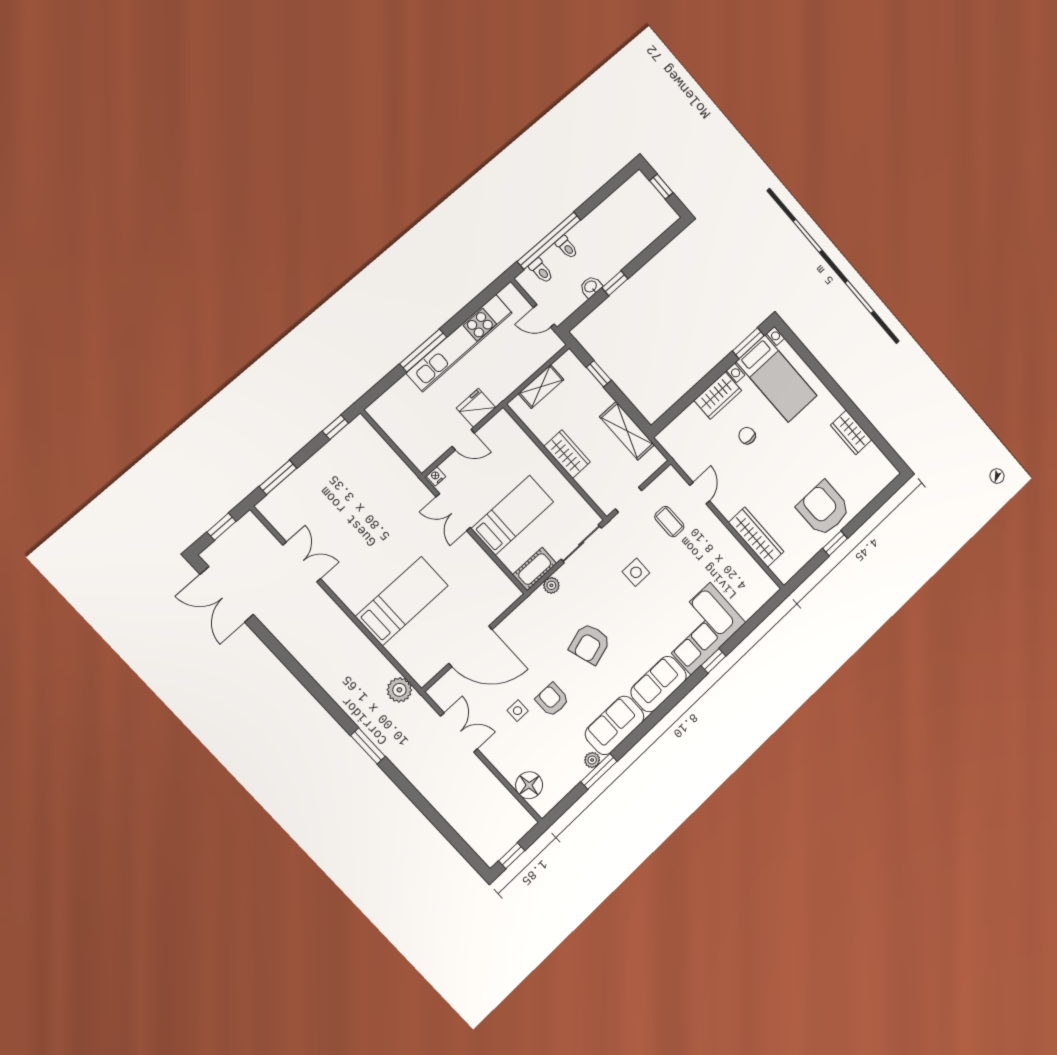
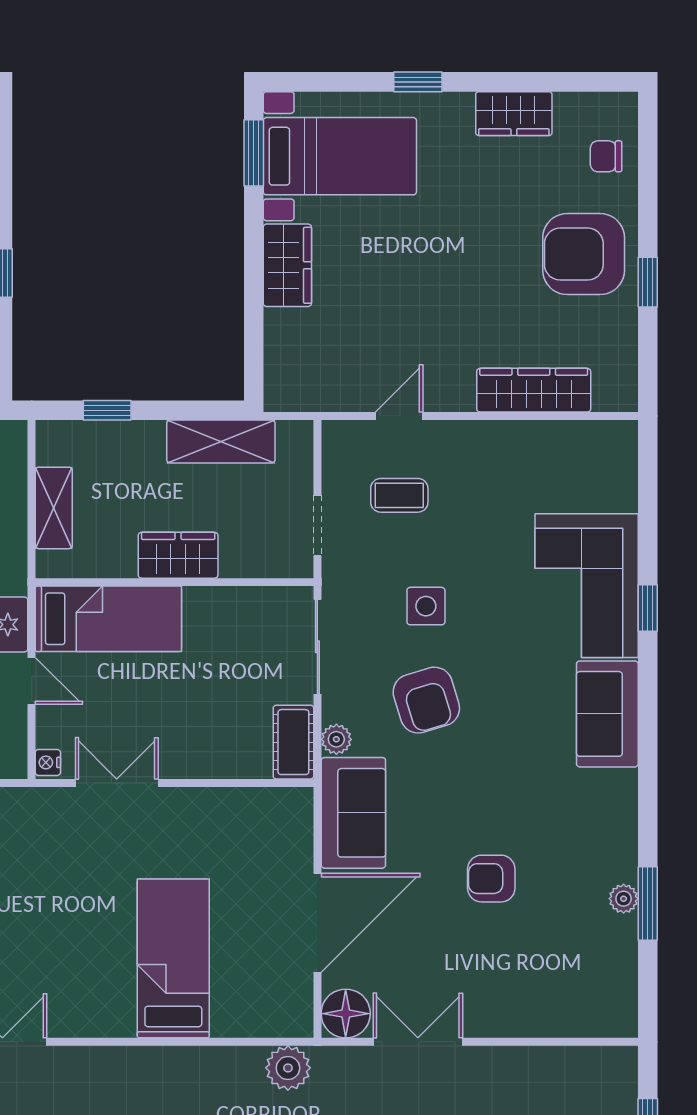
window: (830, 384) -> (418, 82), added
chair: (747, 436) -> (606, 156), moved
door: (463, 440) -> (32, 681), hinge flipped
door: (700, 493) -> (399, 416), hinge flipped
double door: (453, 512) -> (117, 783), swing flipped
bed: (512, 515) -> (108, 619), moved, turned 90
armchair: (590, 644) -> (426, 700), moved
side table: (518, 711) -> (462, 938), removed
sofa: (615, 725) -> (353, 813), moved, turned 180
floor lamp: (529, 785) -> (346, 1014), moved

